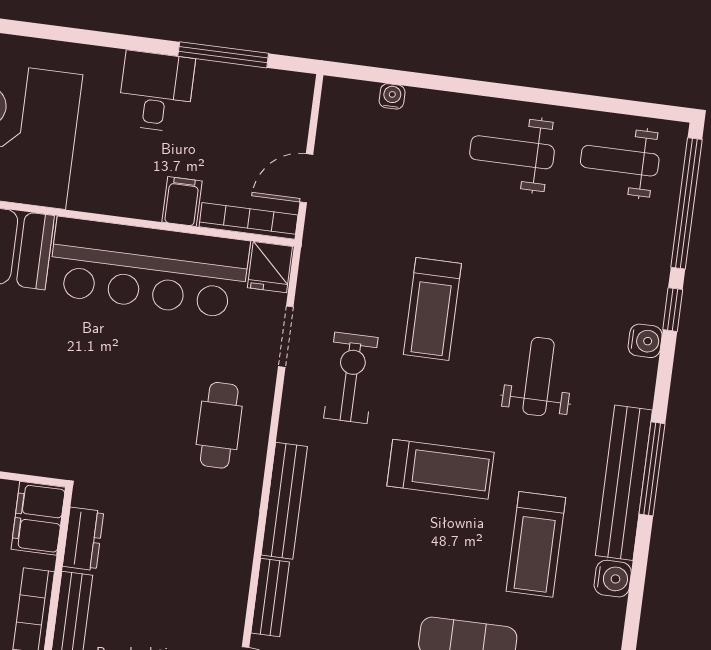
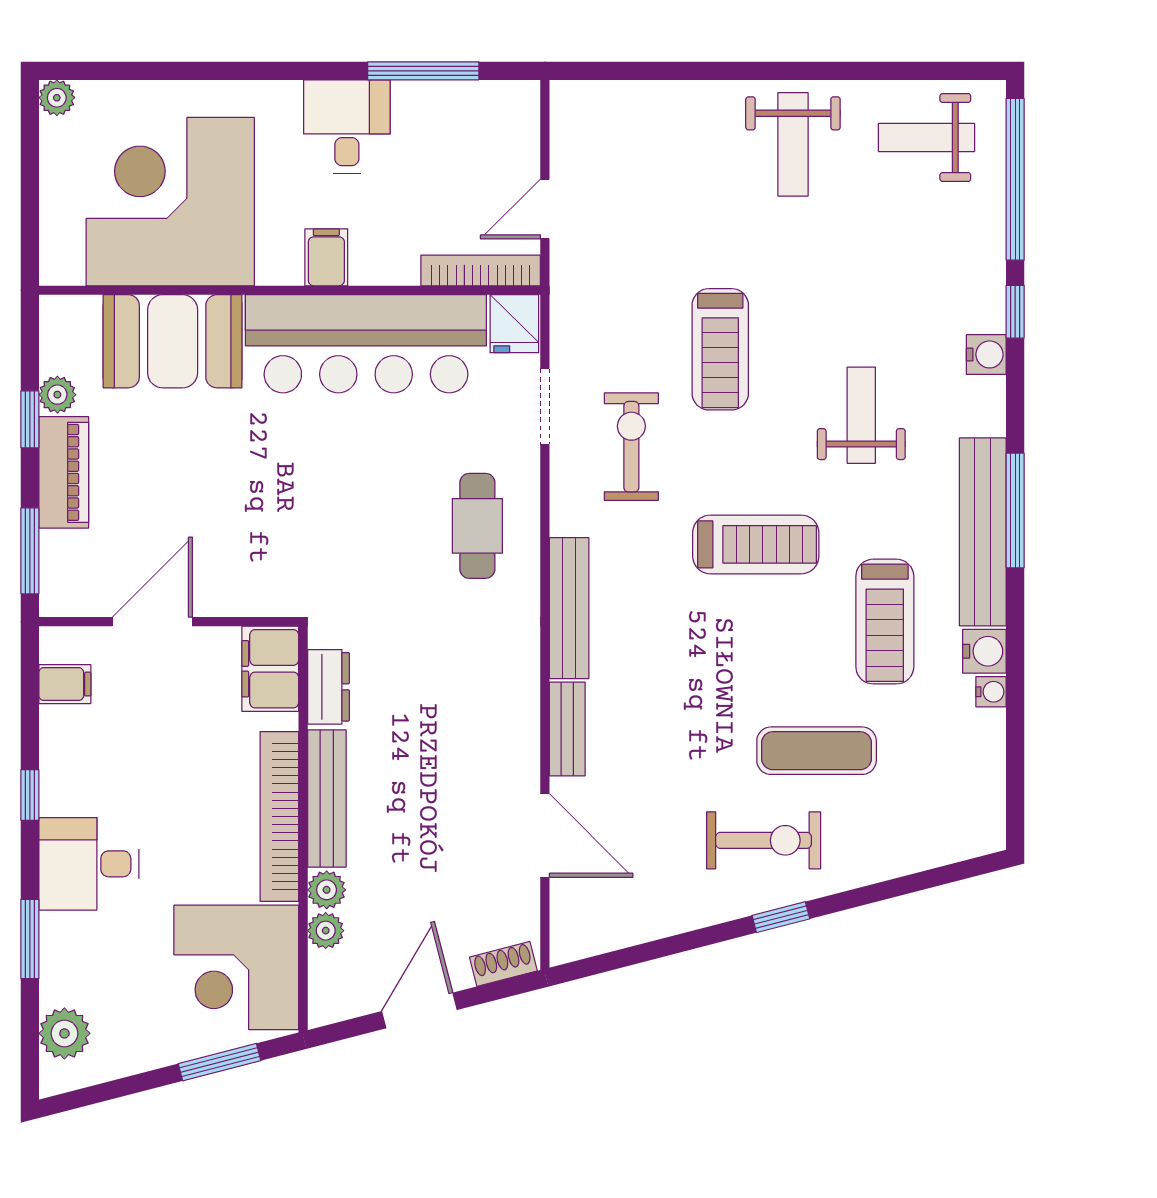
water cooler: (392, 96) -> (991, 692), moved, turned 90
weight bench: (512, 152) -> (793, 144), turned -90
filing cabinet: (182, 201) -> (326, 257), moved

